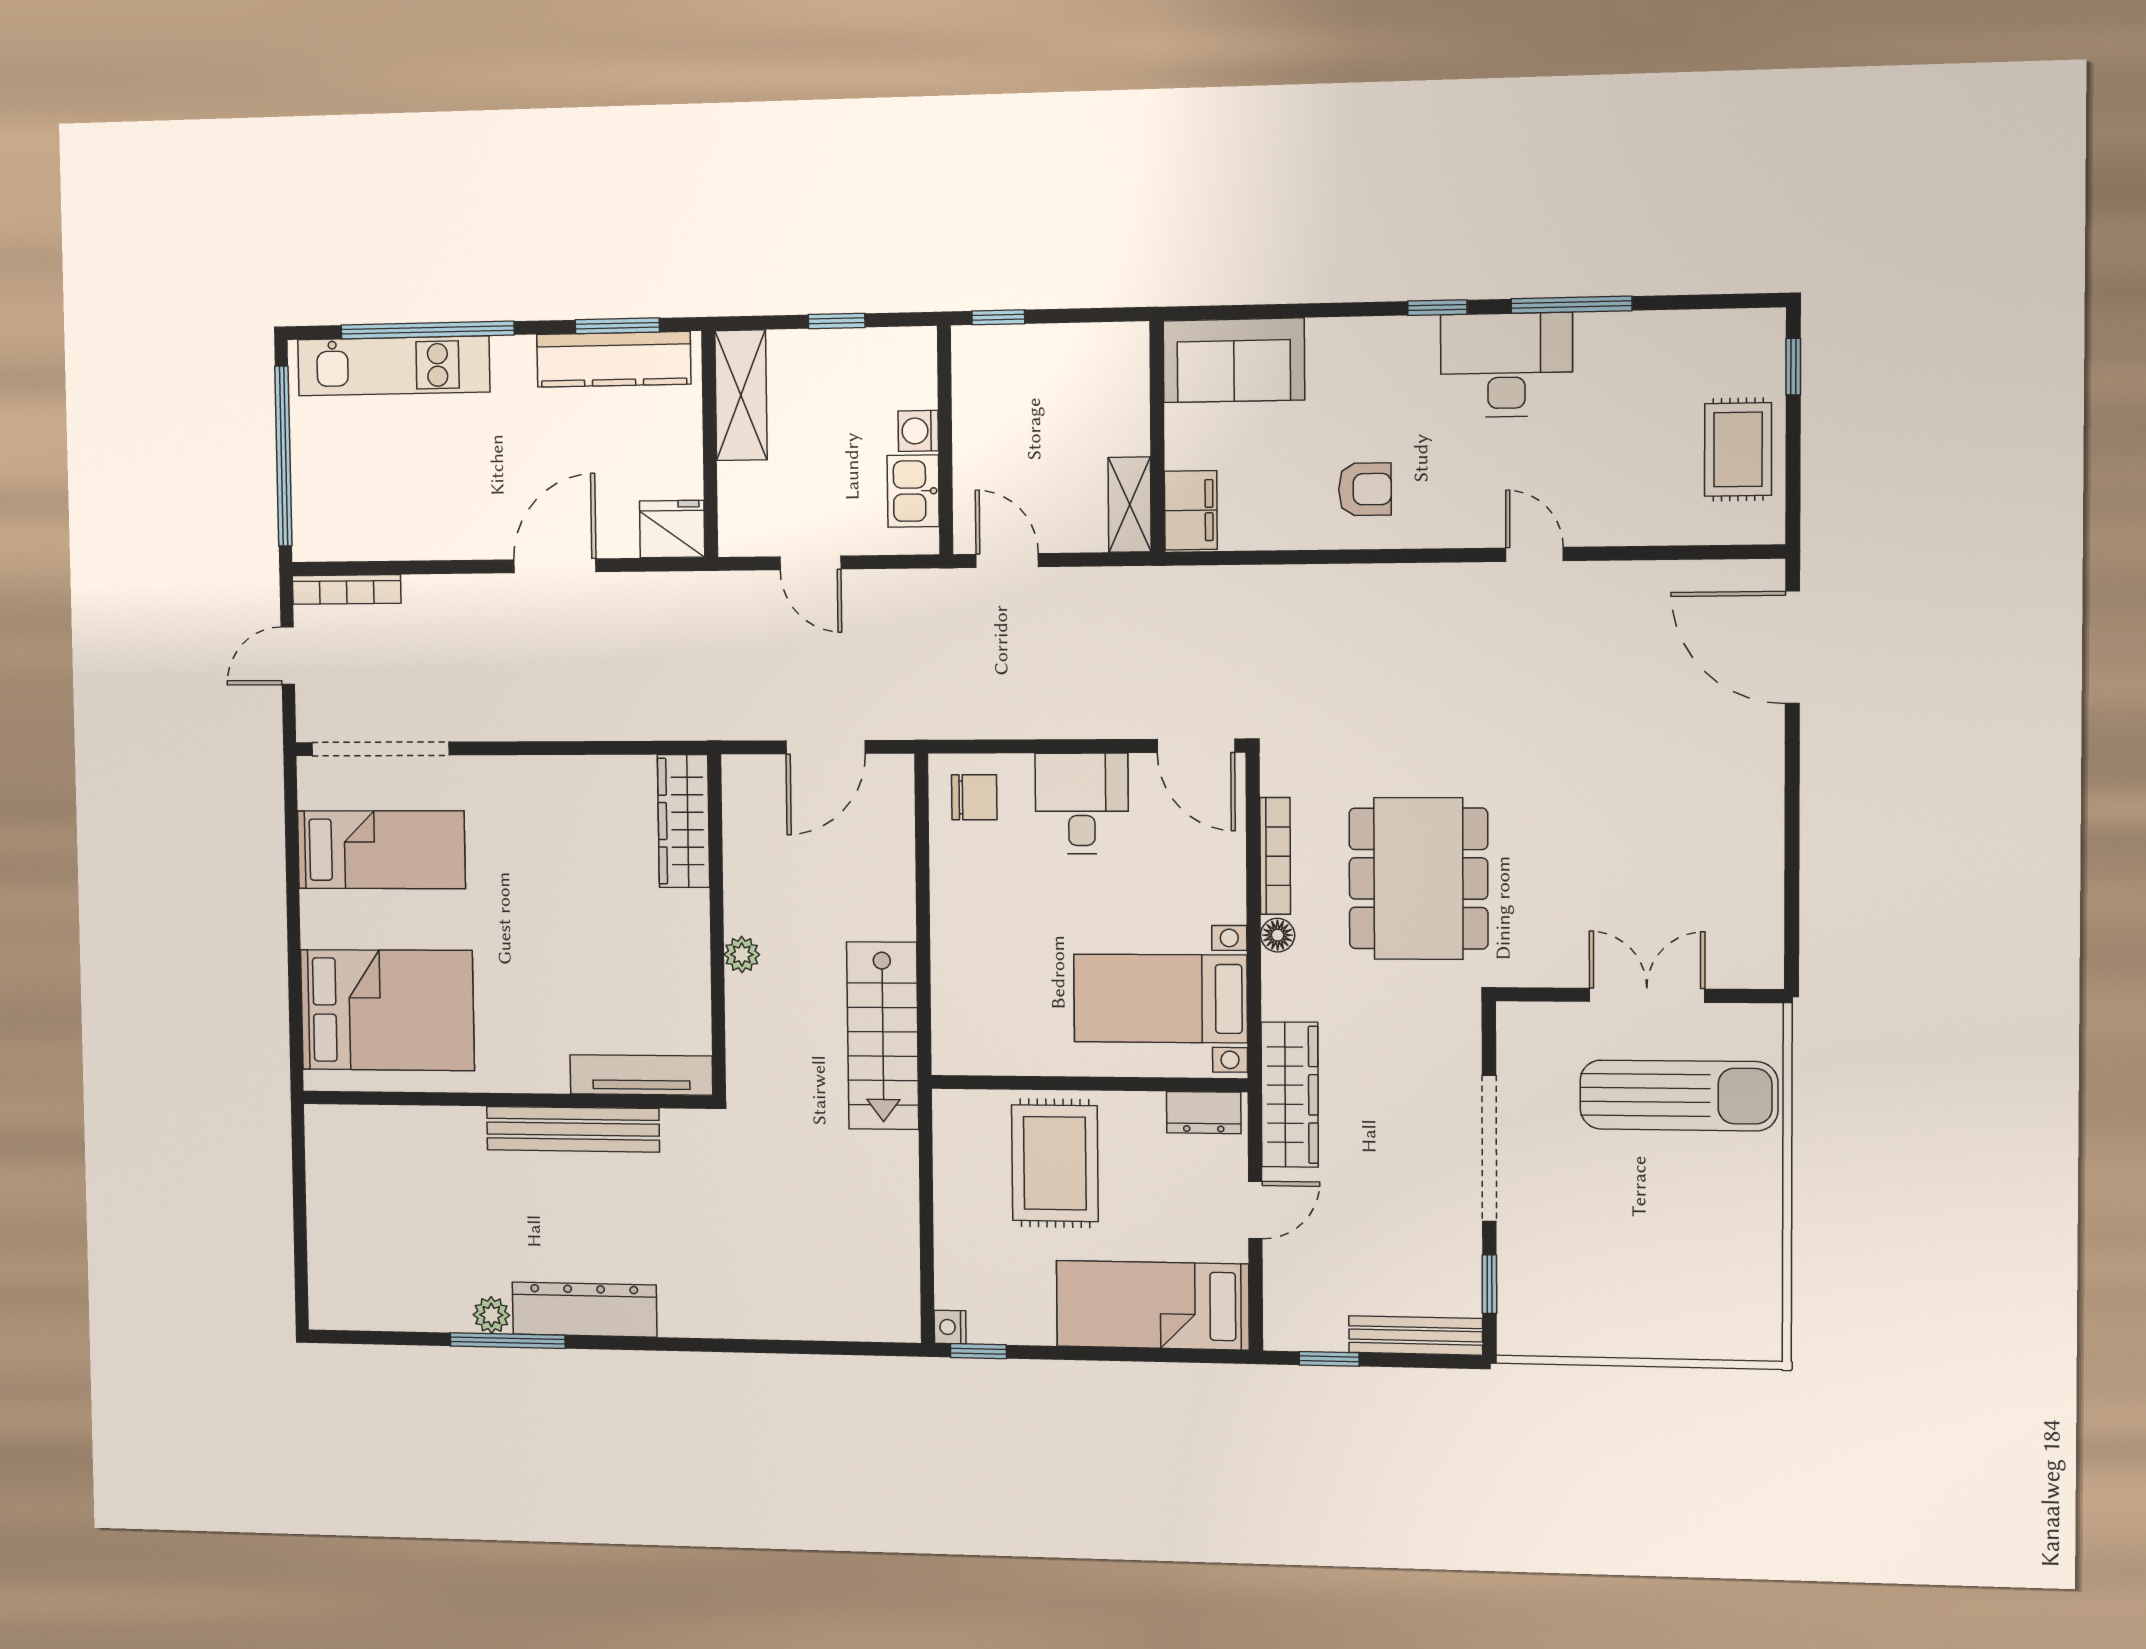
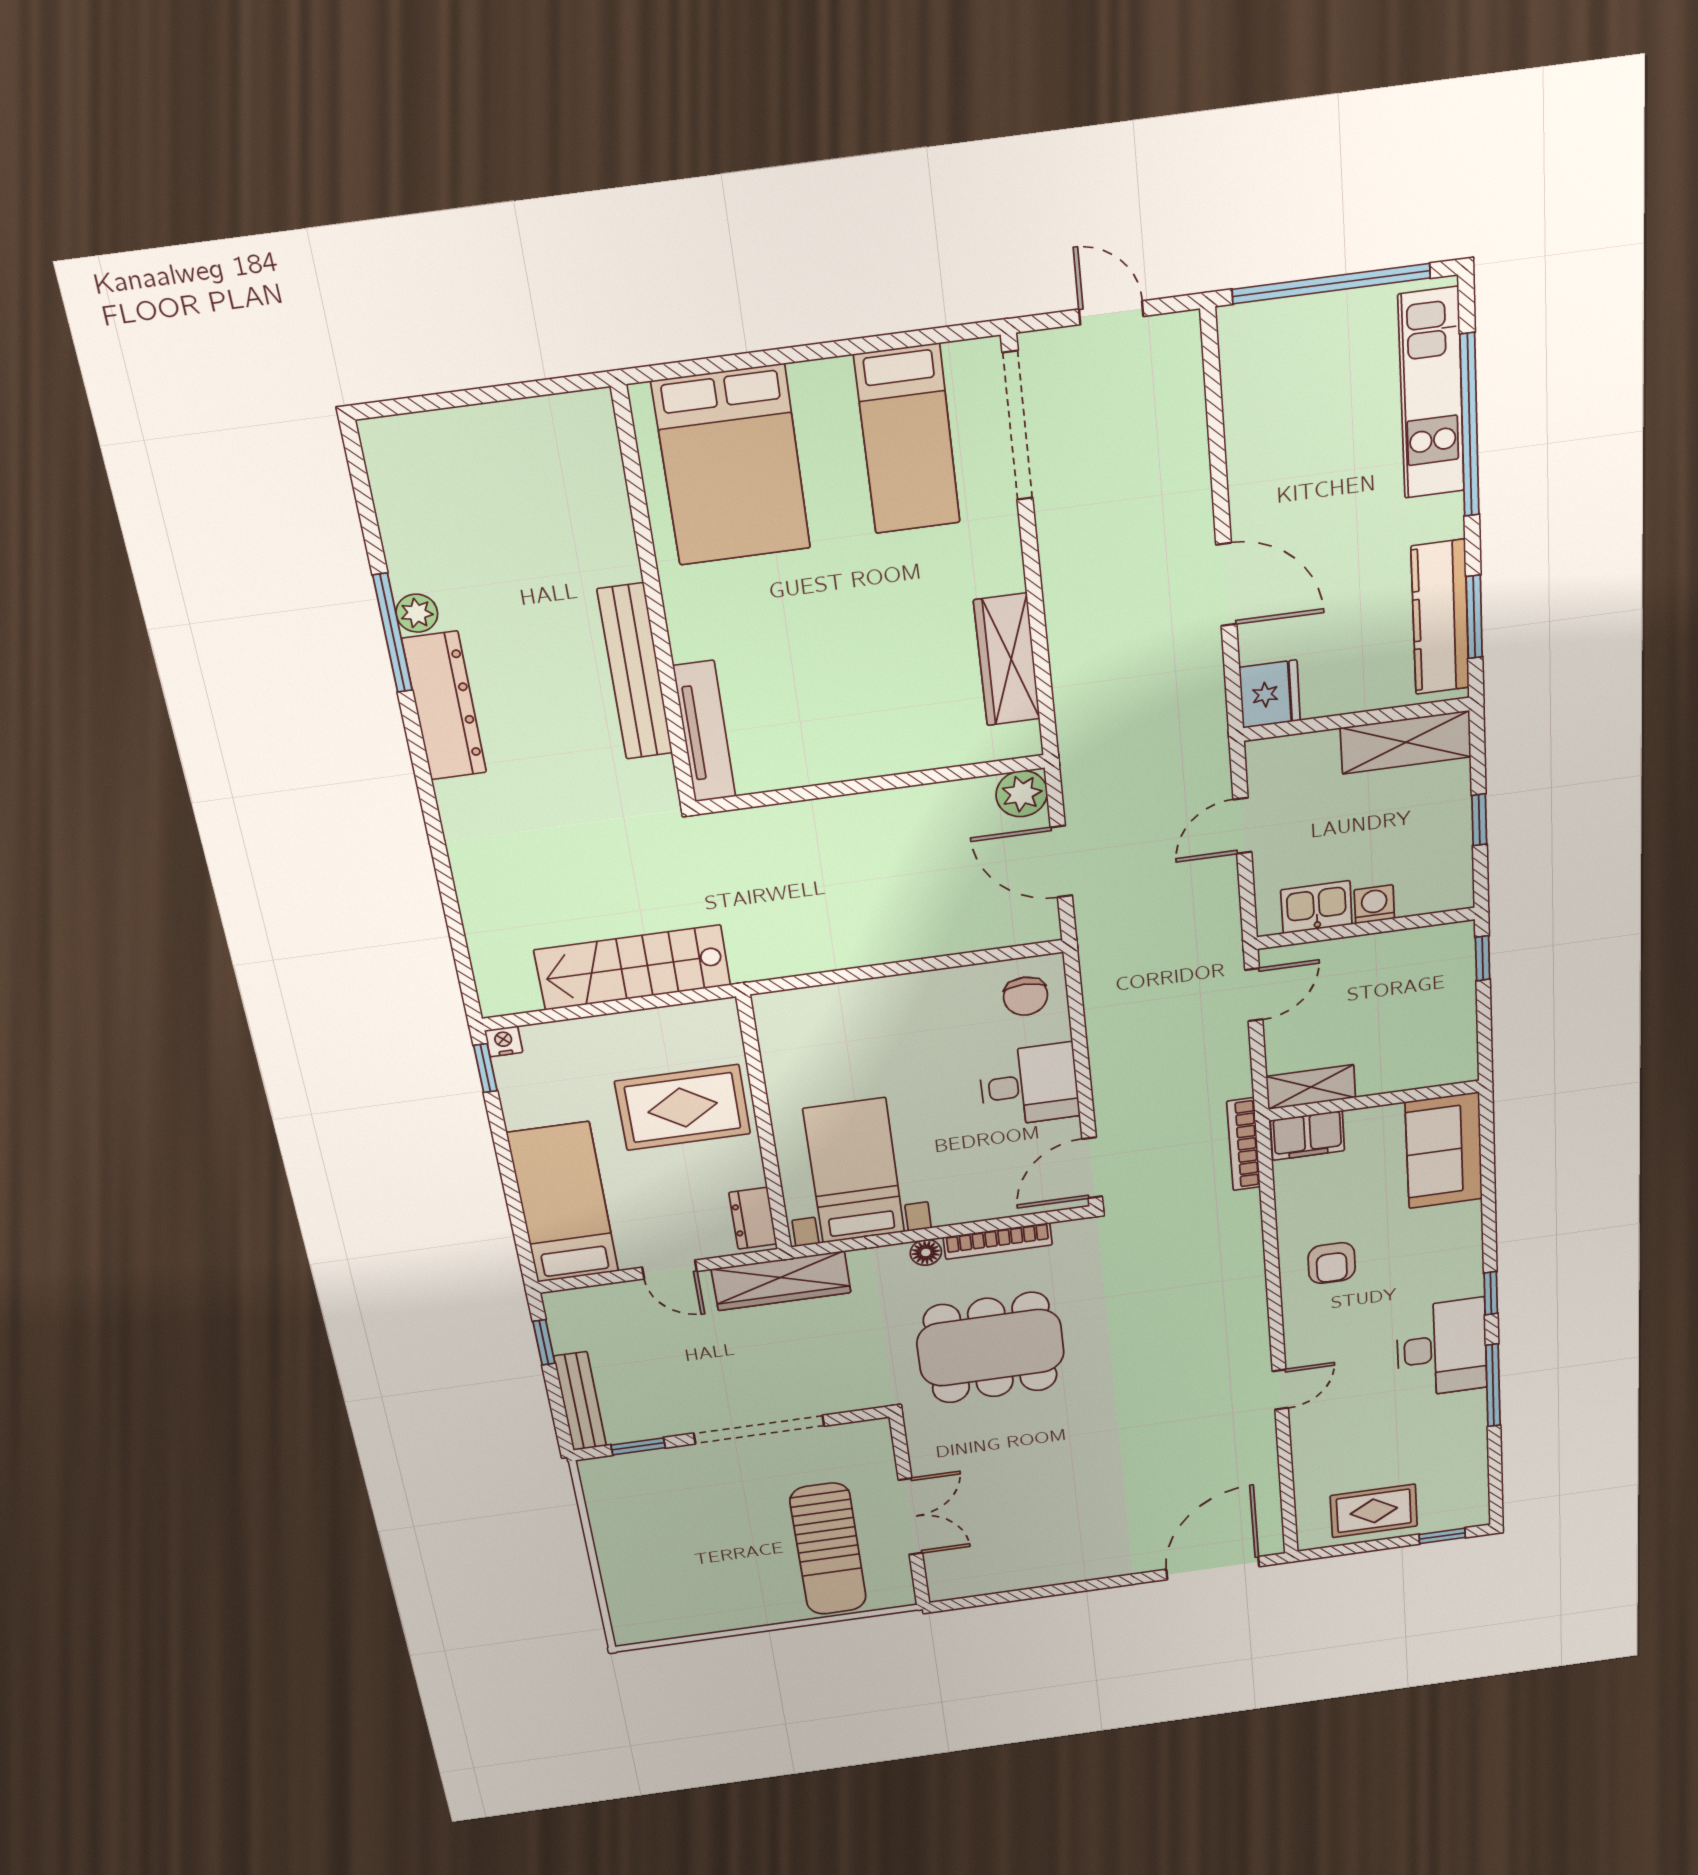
bookcase: (347, 590) -> (1244, 1144), moved
wardrobe: (684, 821) -> (1007, 660), moved, turned -90
plant: (742, 954) -> (1022, 794), moved, width x1.38, depth x1.38
stairs: (883, 1036) -> (633, 968), moved

